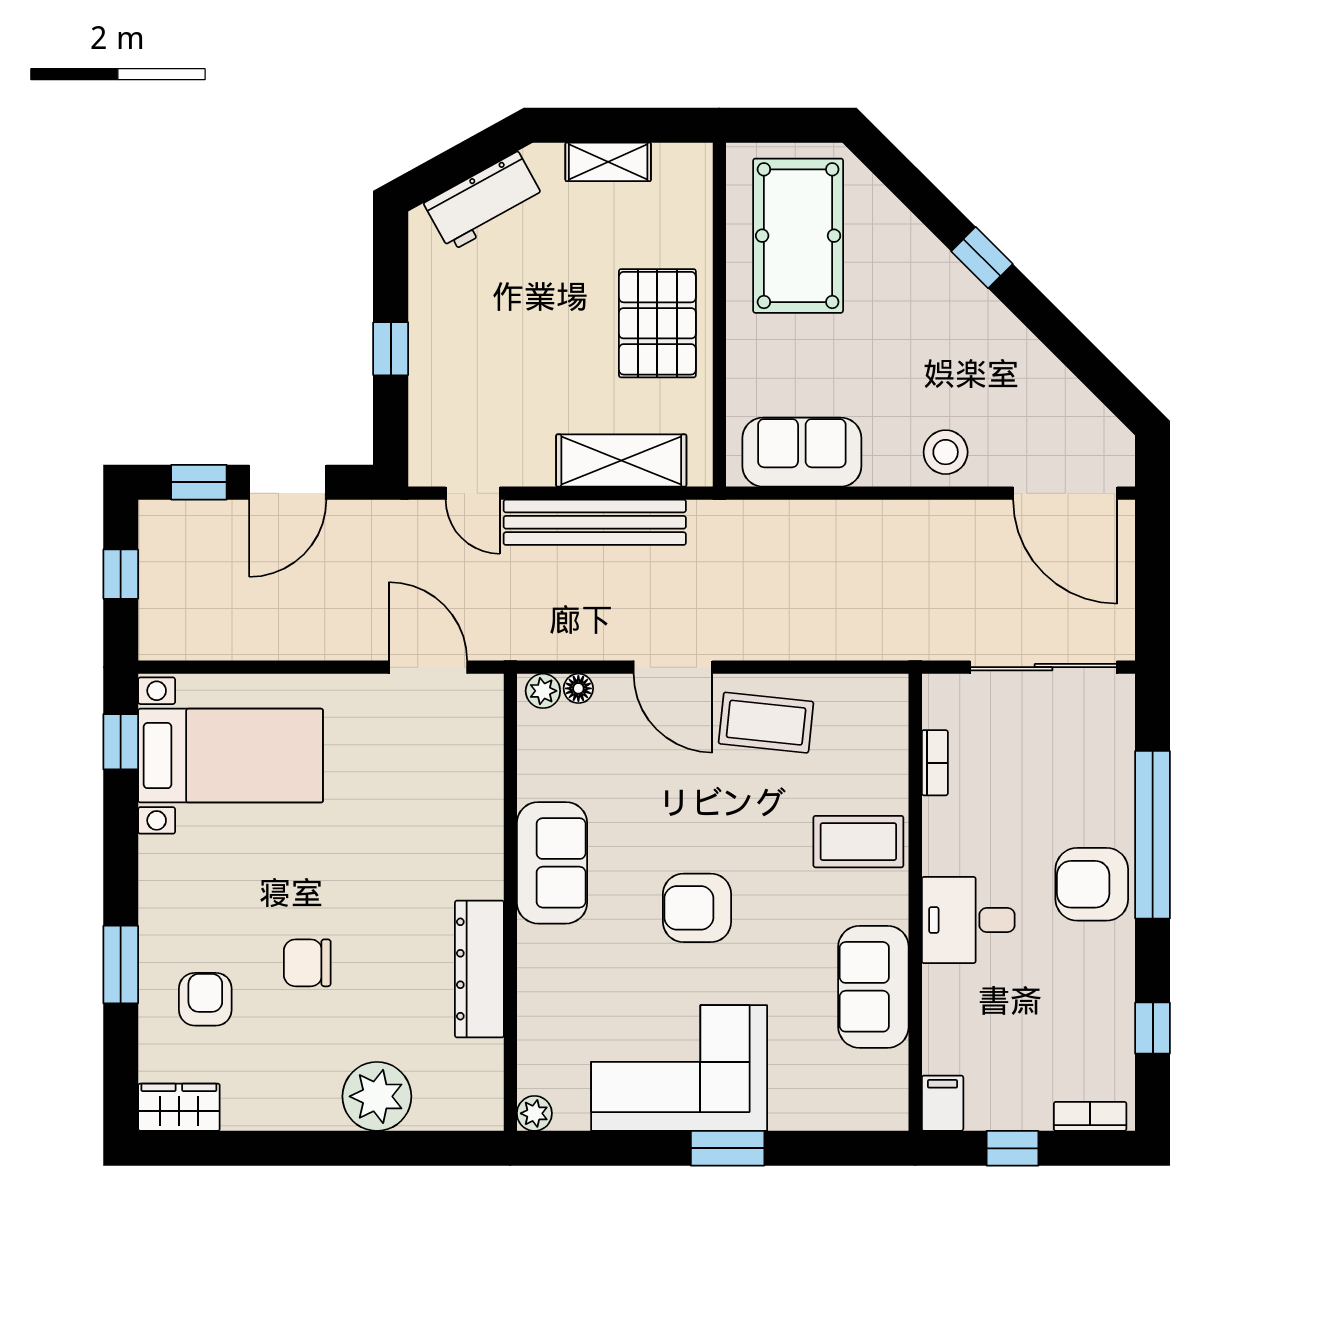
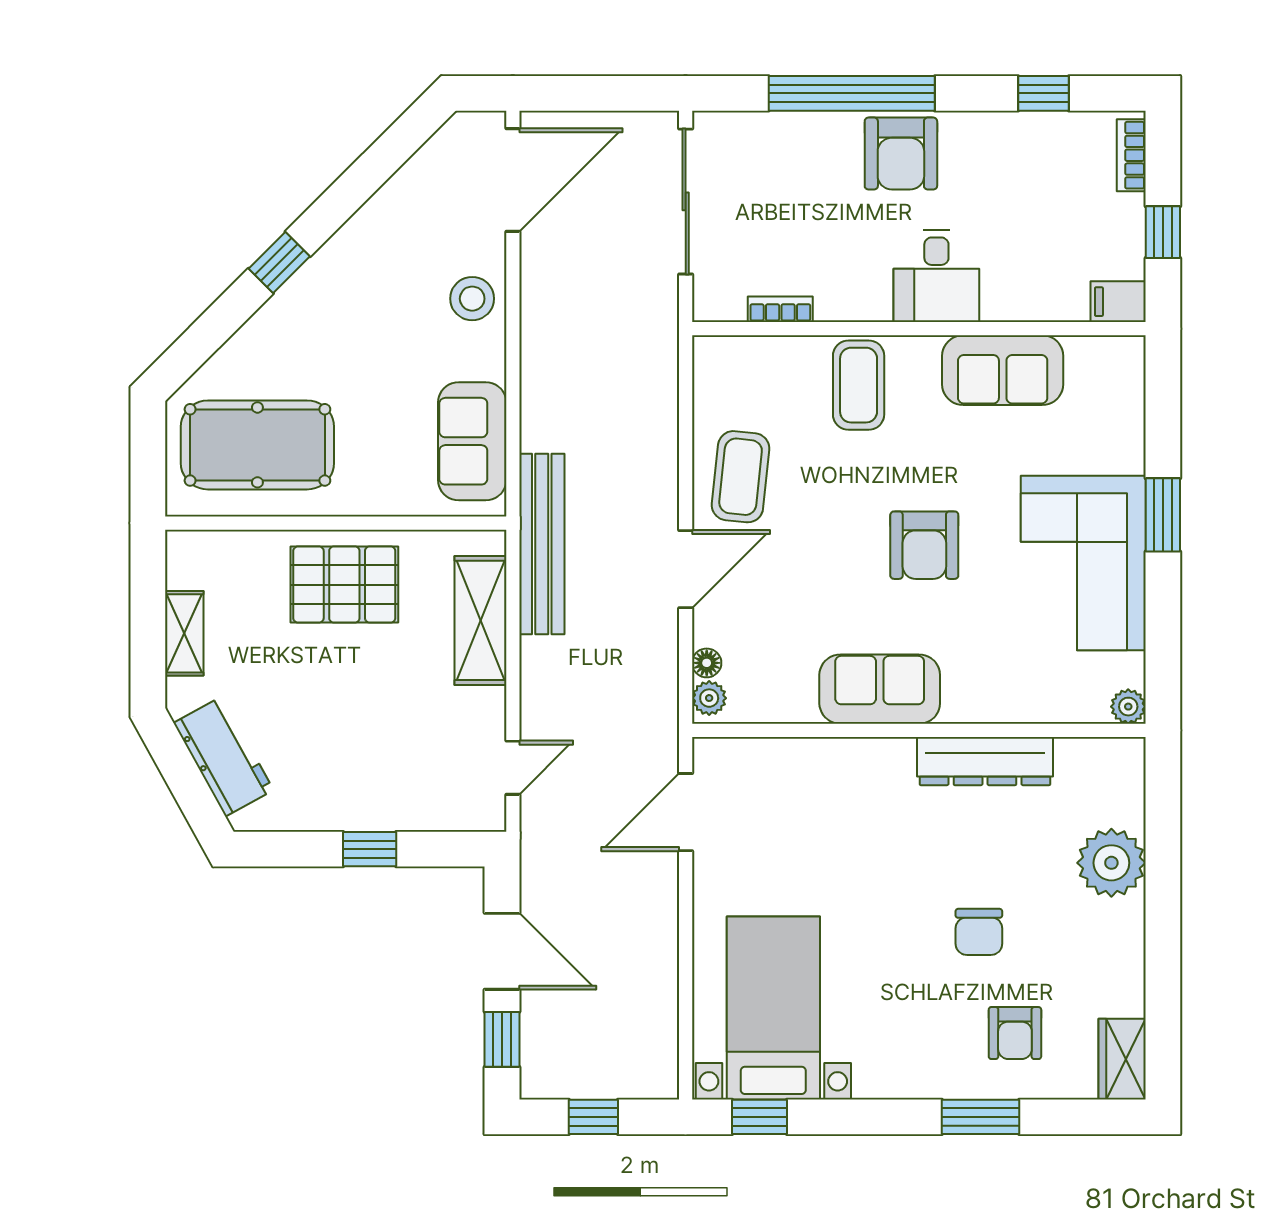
bench: (595, 522) -> (542, 544), moved
armchair: (205, 999) -> (1015, 1033), turned -90

